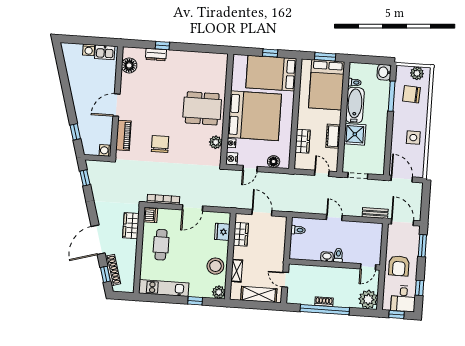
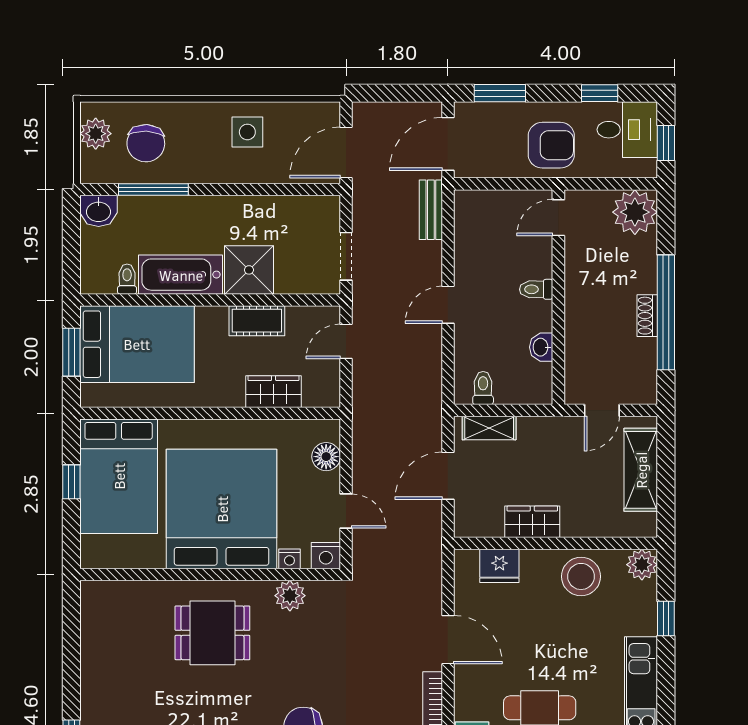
dining table: (202, 108) -> (212, 633), width x0.73
wardrobe: (241, 234) -> (532, 522), moved
washbasin: (327, 257) -> (541, 347), moved
door: (368, 267) -> (558, 218), swing flipped
shelving: (237, 271) -> (489, 428), moved

